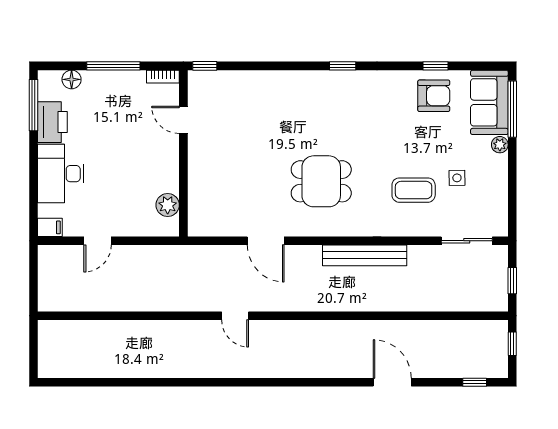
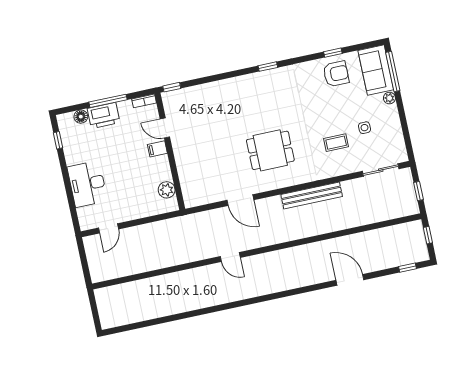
window: (33, 105) -> (58, 140), width x0.46
printer: (52, 122) -> (104, 116), moved, turned 90
coffee table: (414, 190) -> (336, 143), width x0.73, depth x0.77
filing cabinet: (50, 227) -> (157, 149), moved, turned 180
door: (98, 241) -> (109, 228), moved

